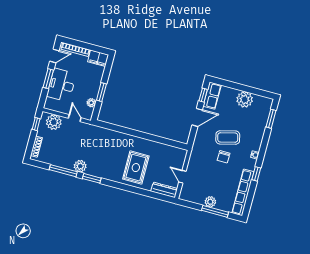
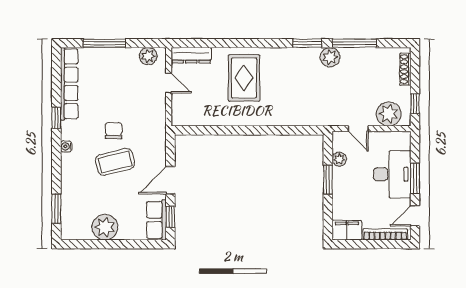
plant: (210, 202) -> (148, 56), moved

